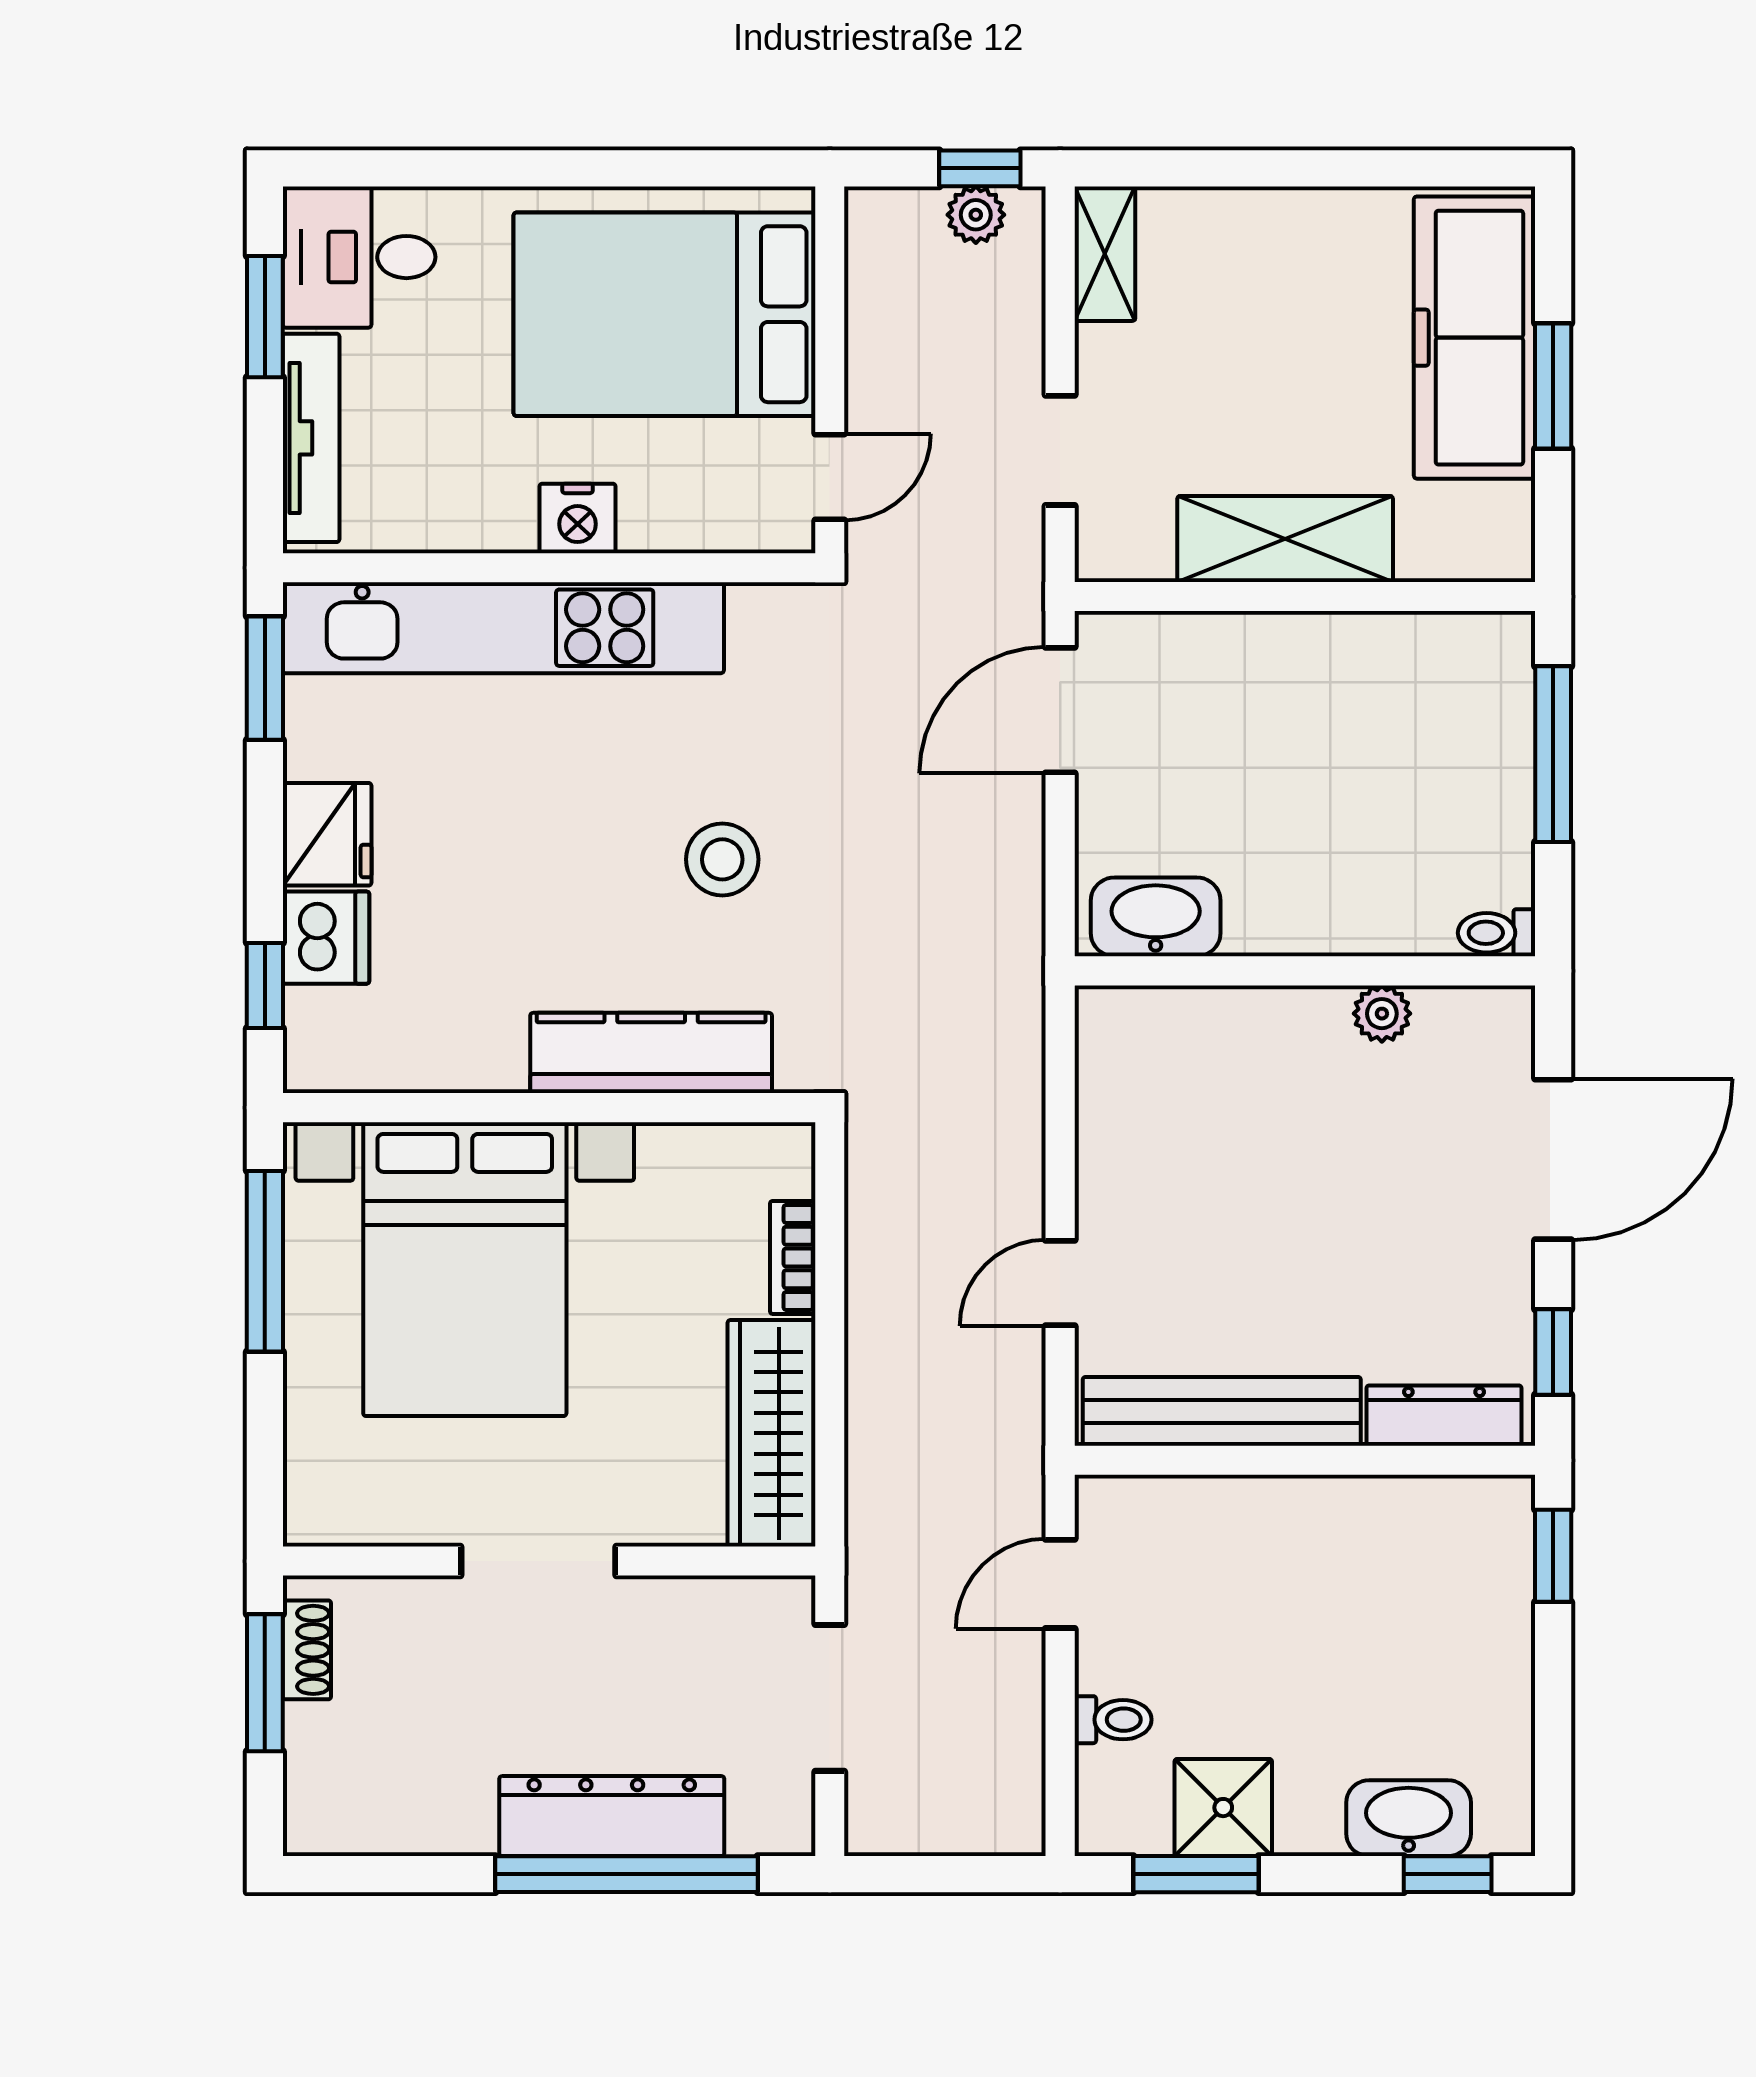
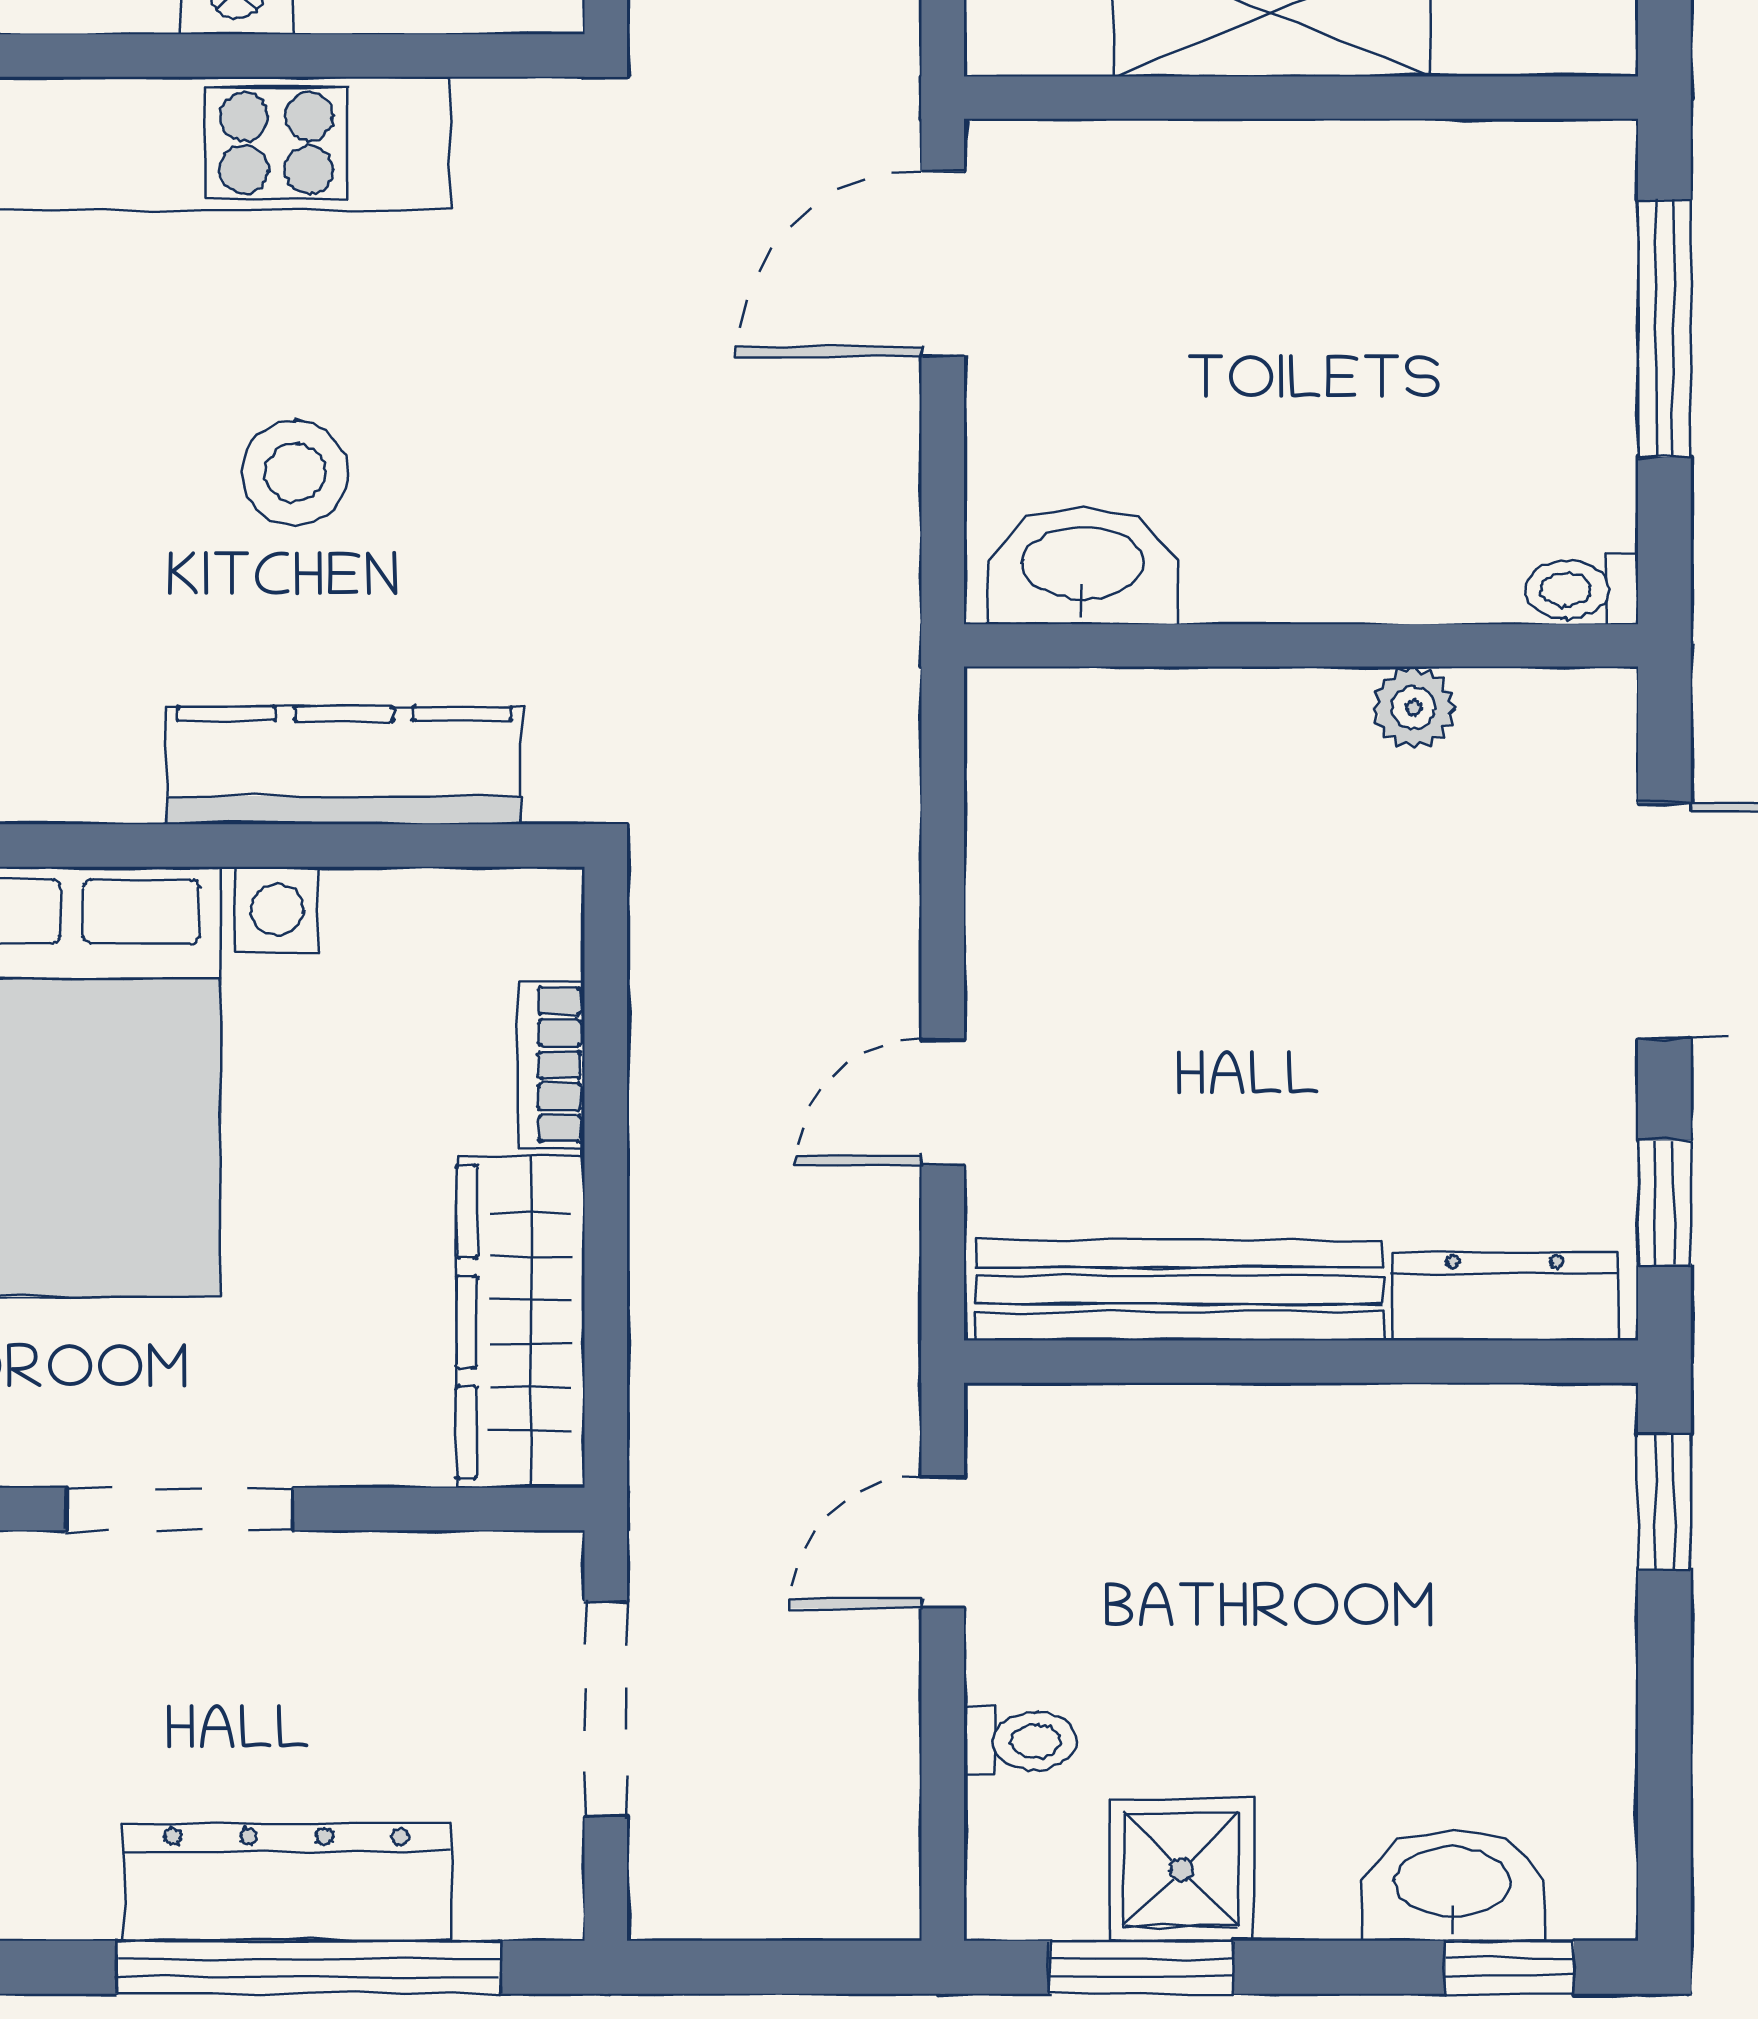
stool: (722, 859) -> (295, 473), moved

